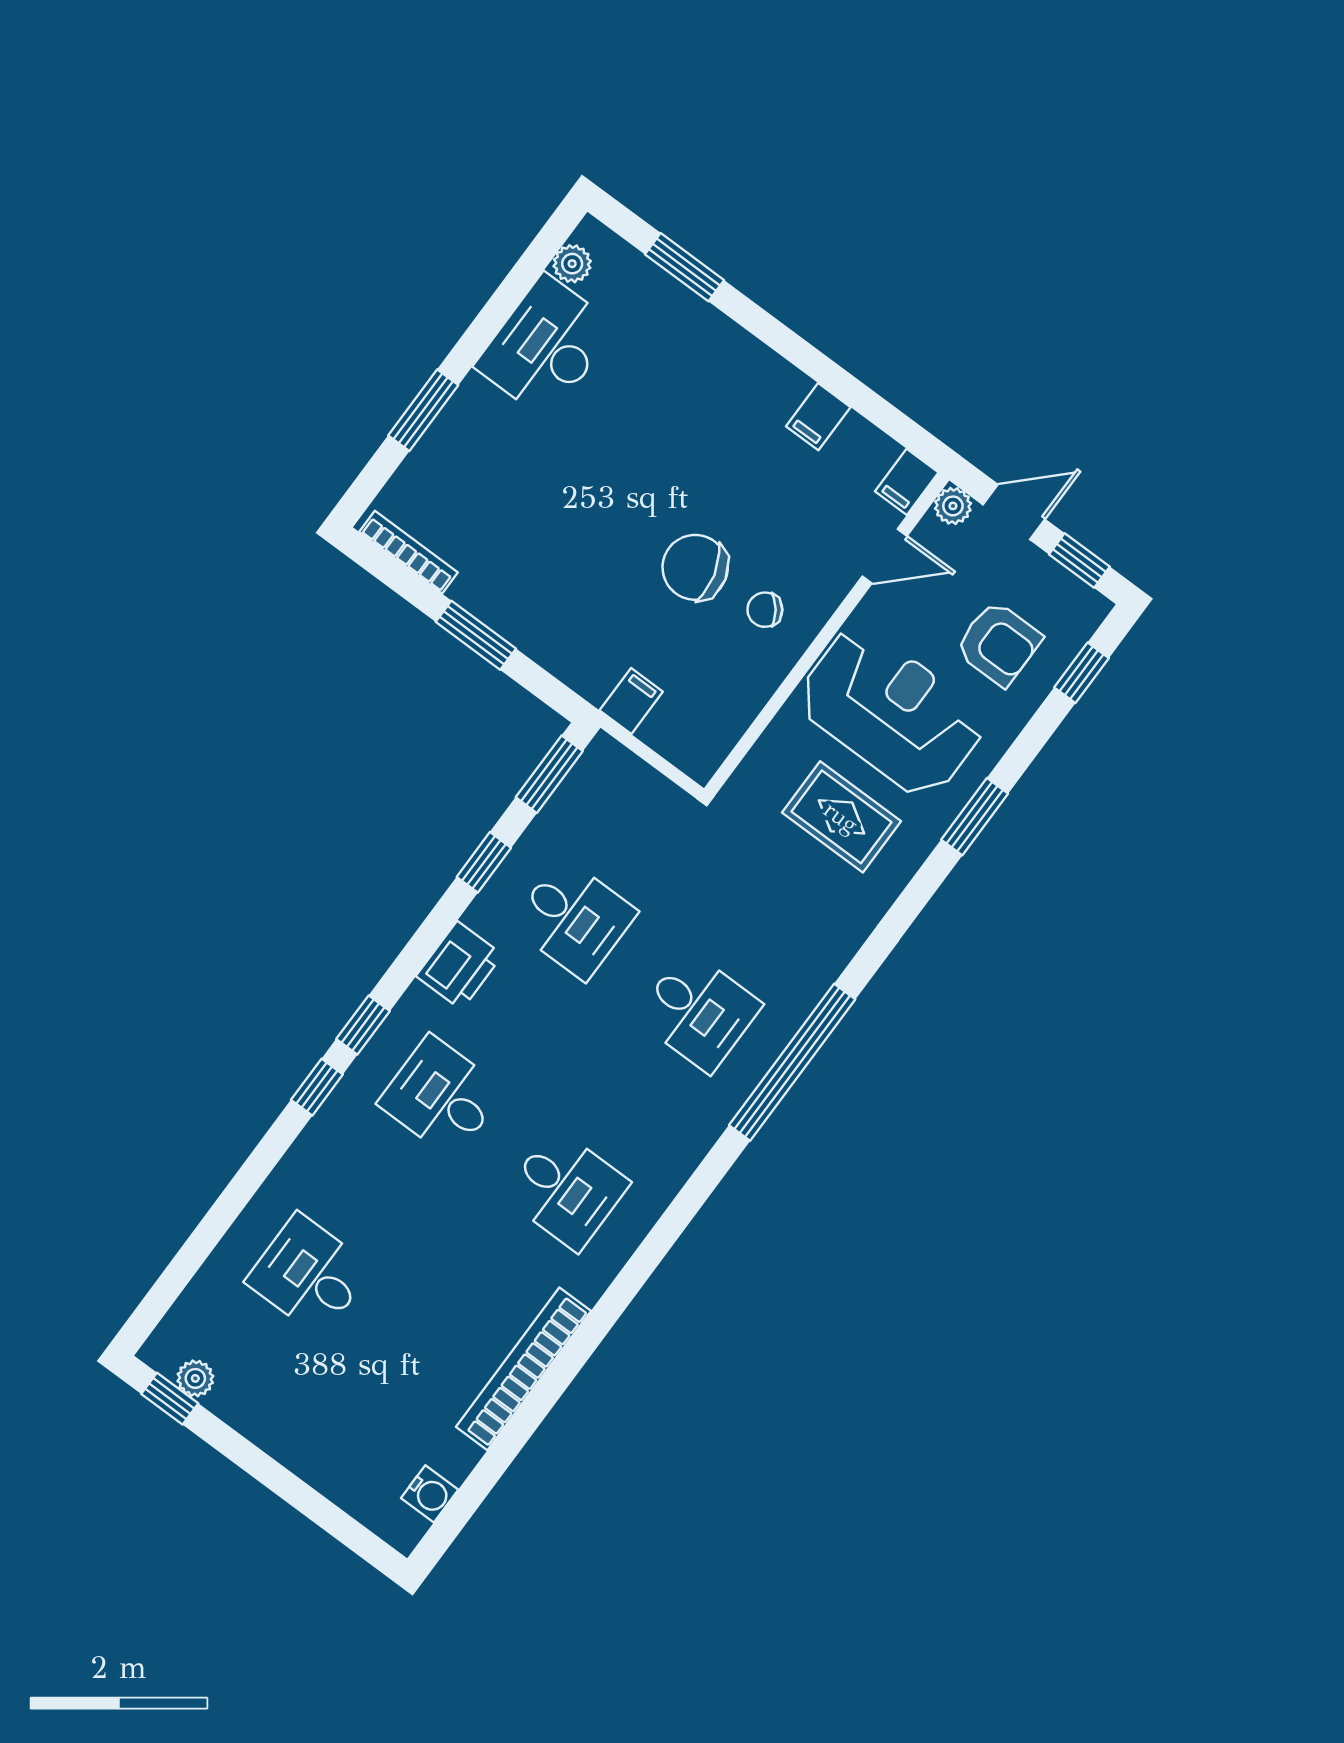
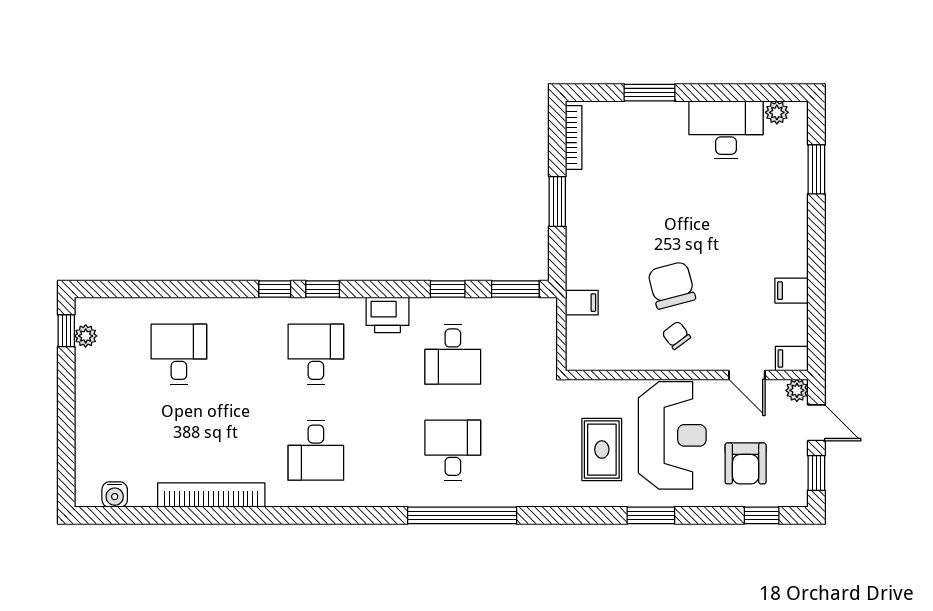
desk: (699, 1011) -> (453, 450), turned 180

